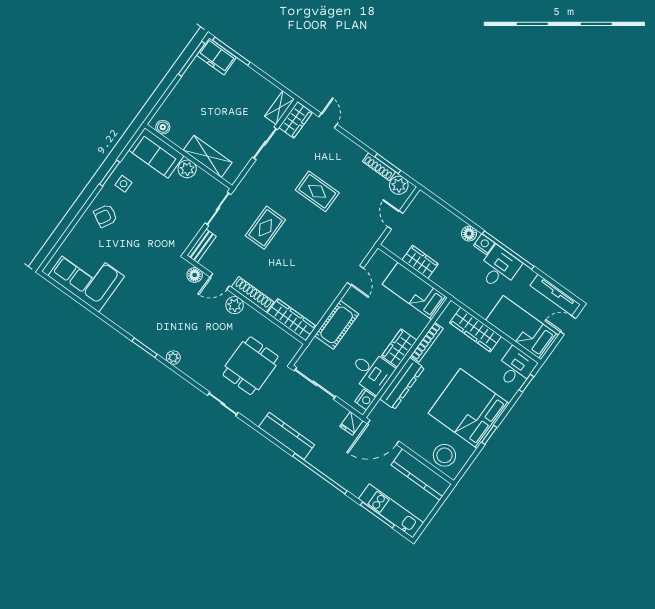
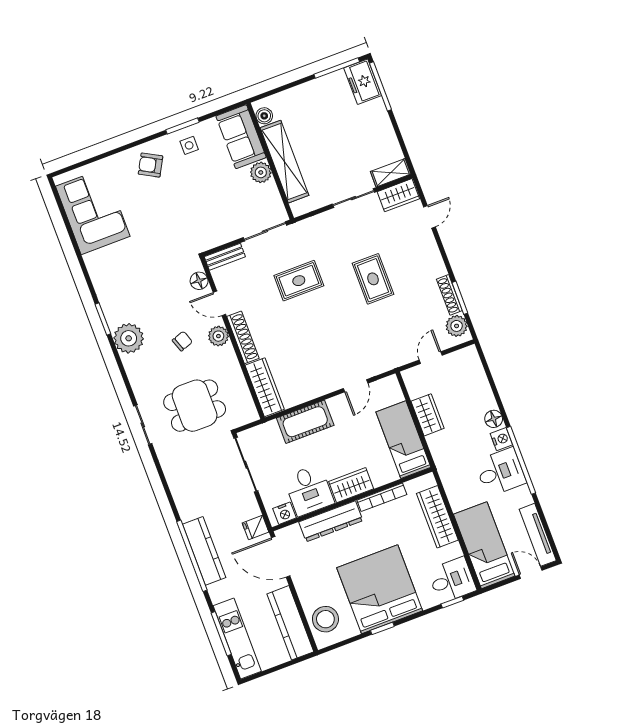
shelving: (208, 156) -> (284, 162), width x1.47
chair: (211, 326) -> (182, 341), added
plant: (173, 358) -> (129, 338), width x1.88, depth x1.88
kitchen counter: (287, 436) -> (204, 551), moved

